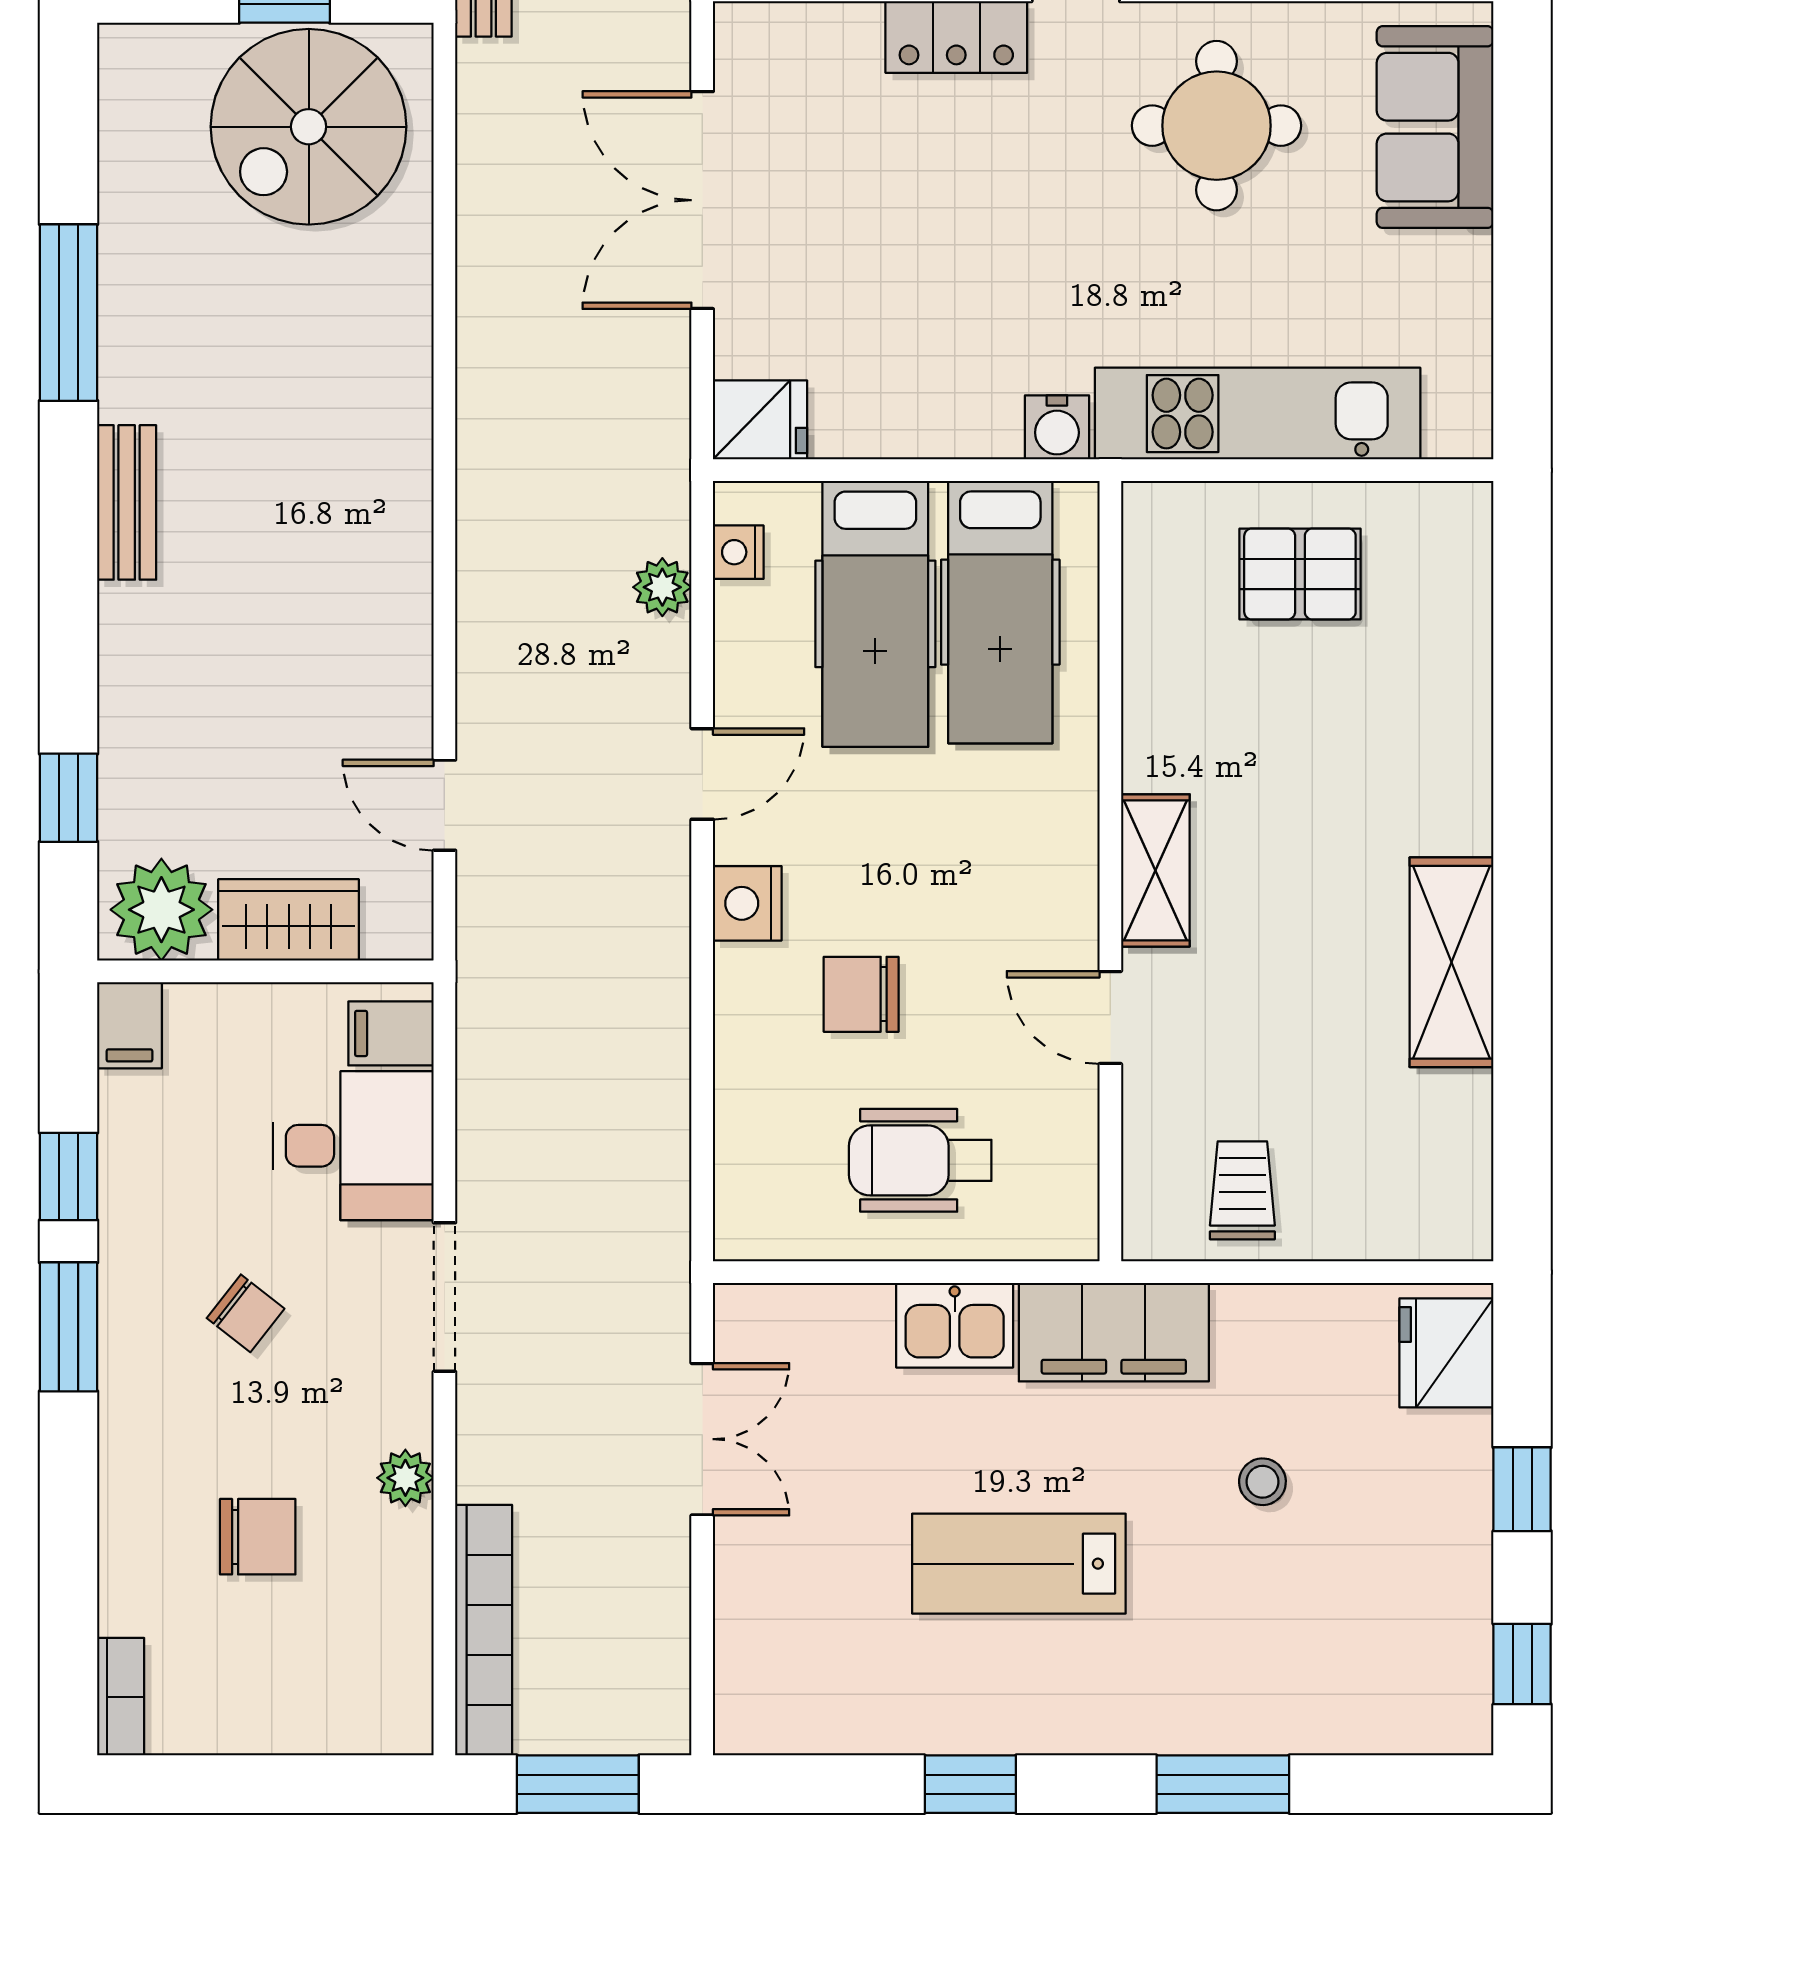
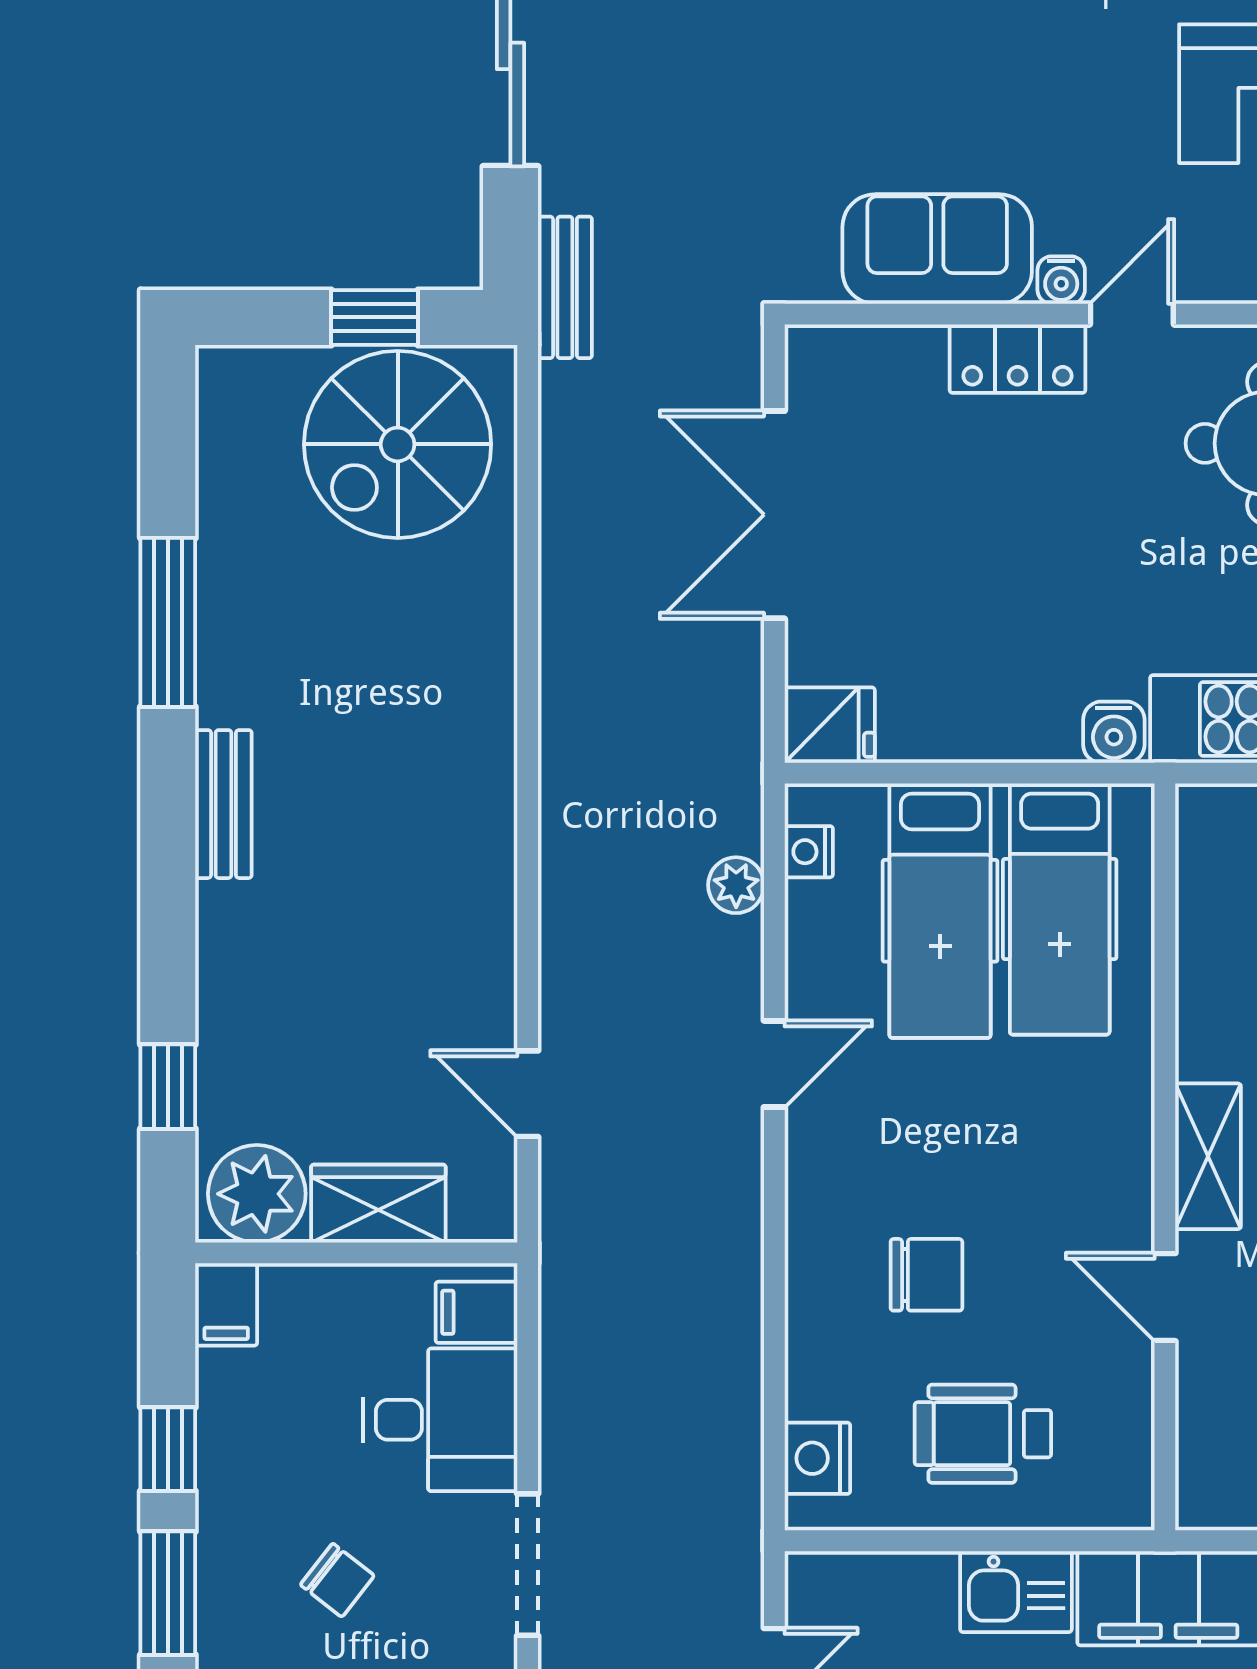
nightstand: (747, 903) -> (817, 1458), moved
chair: (861, 994) -> (926, 1275), turned 180

